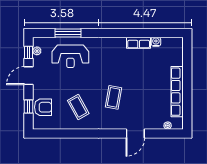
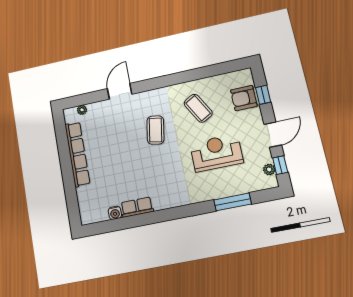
reception desk: (70, 56) -> (216, 153), moved

